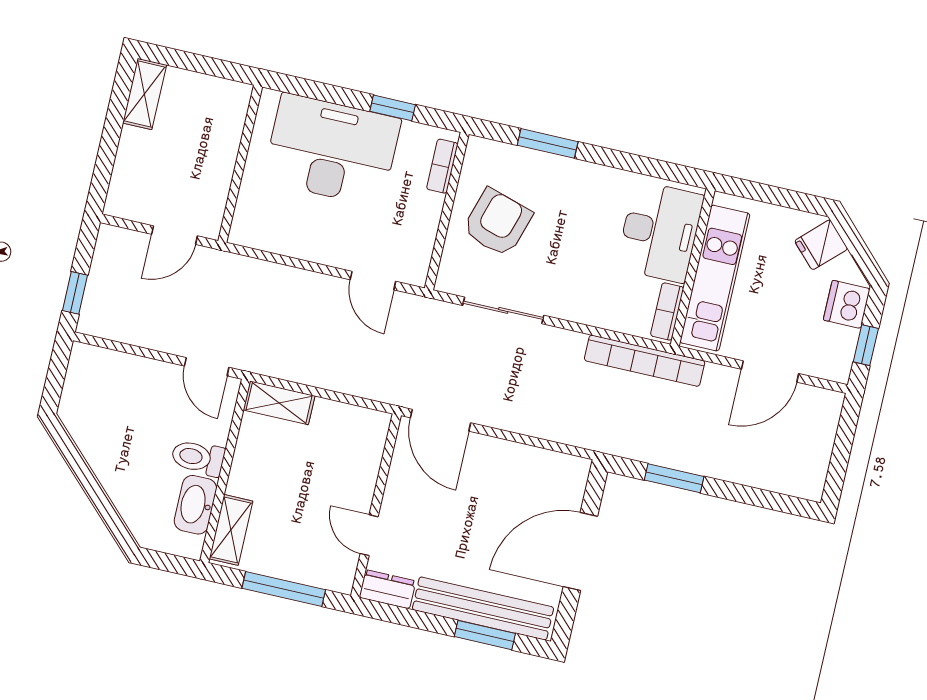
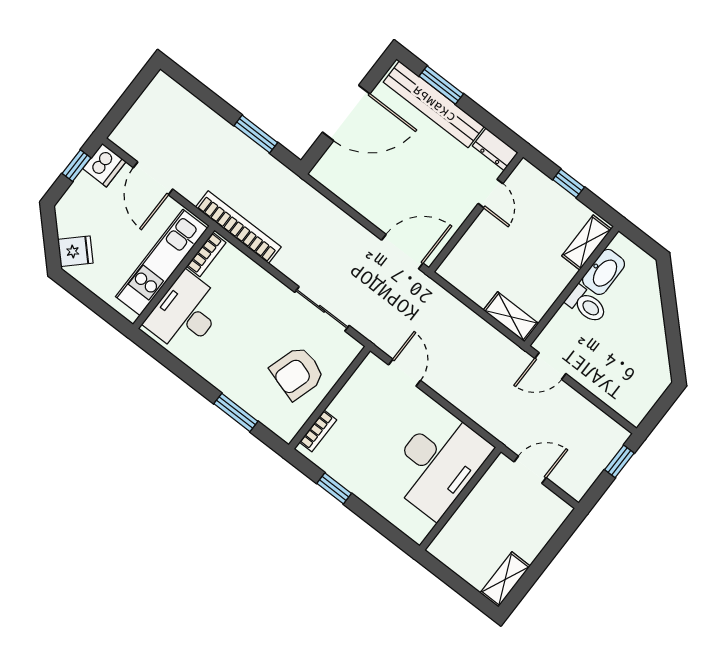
desk: (332, 150) -> (438, 463), moved, turned -90
dishwasher: (847, 304) -> (104, 165), moved
door: (207, 367) -> (550, 366), swing flipped
door: (770, 371) -> (153, 178), swing flipped
door: (440, 420) -> (402, 252), hinge flipped
window: (284, 589) -> (569, 183), width x0.46

